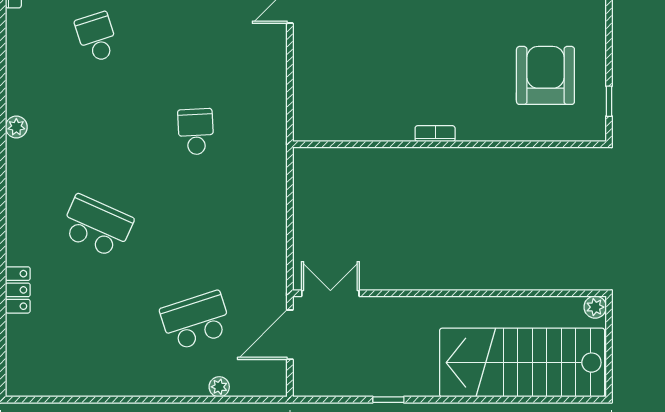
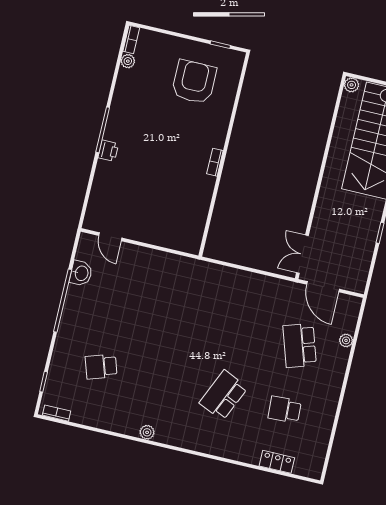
armchair: (545, 75) -> (194, 82), turned 90
school desk: (196, 132) -> (285, 410), moved
locker: (18, 290) -> (277, 462), moved

